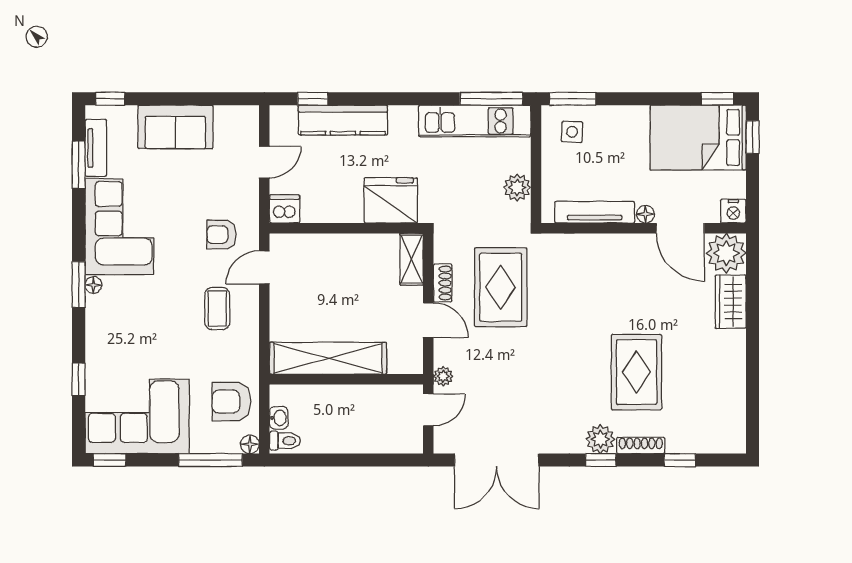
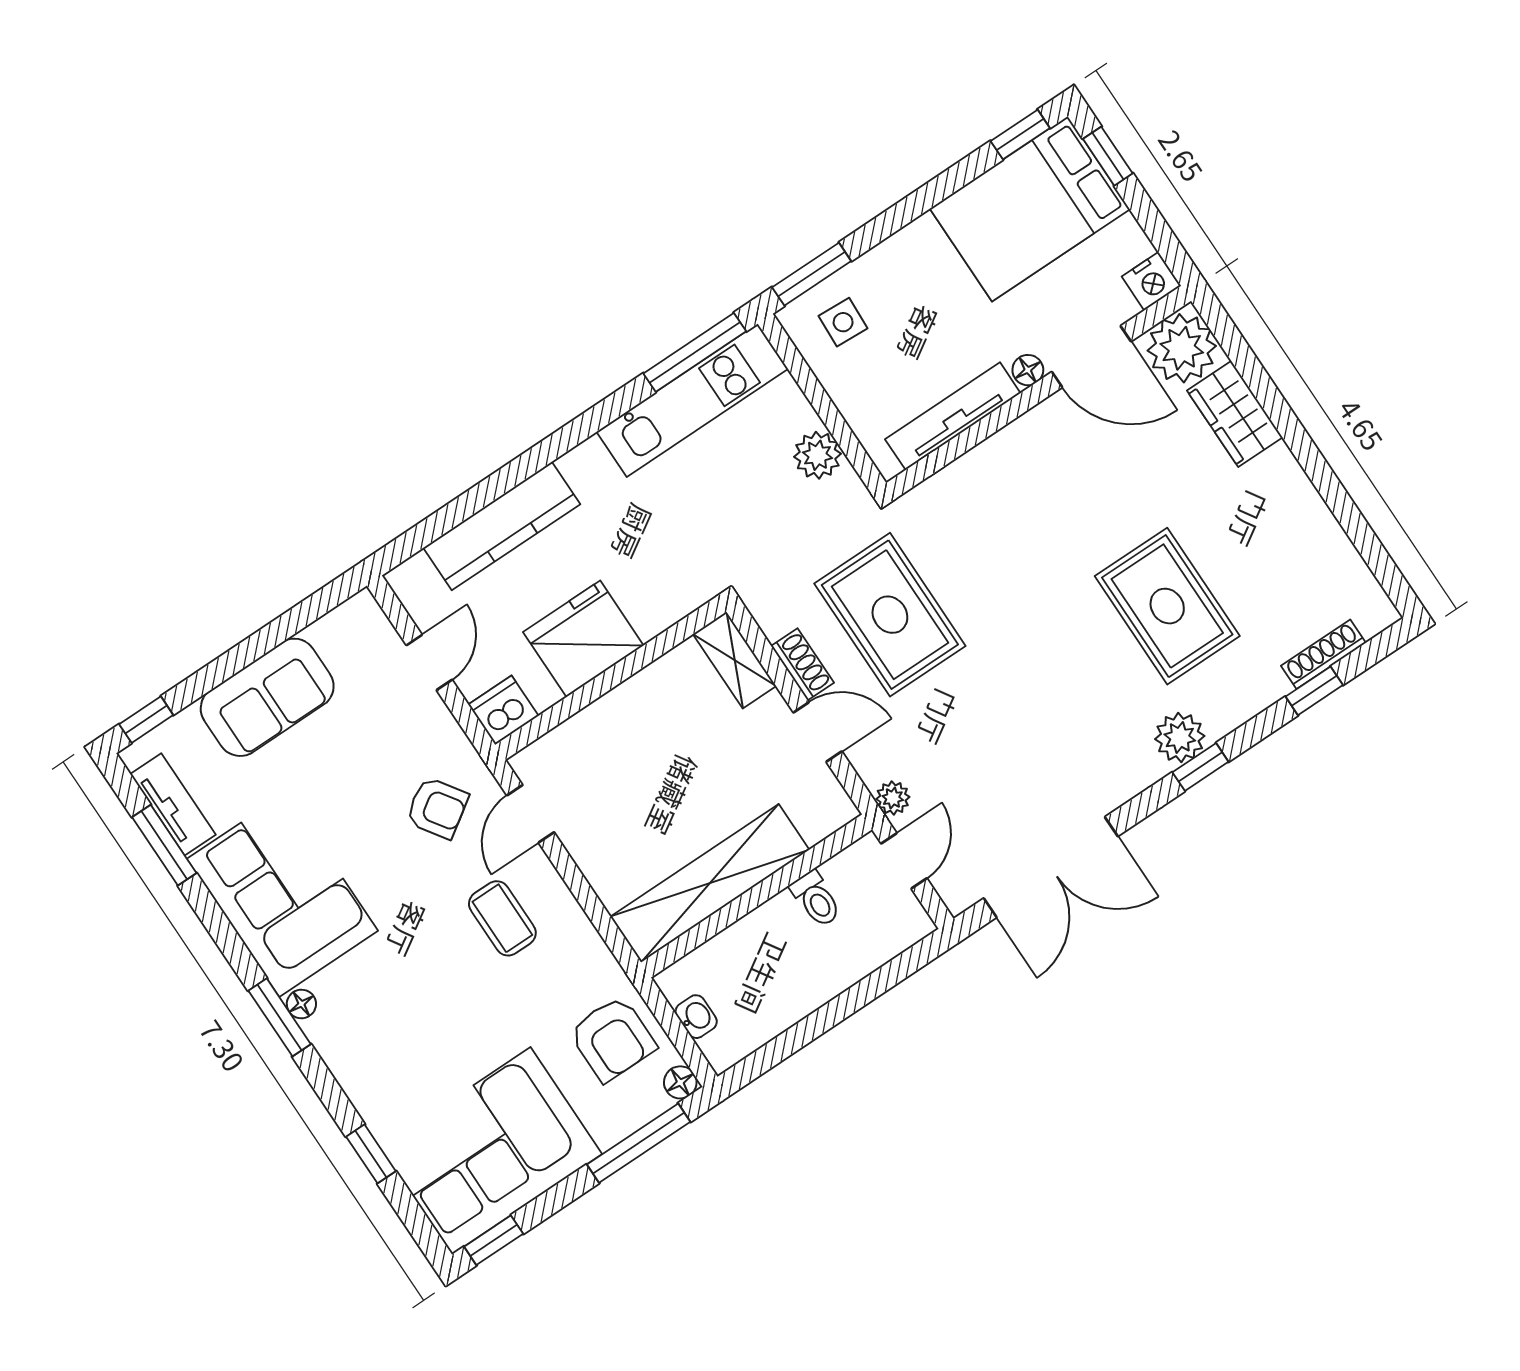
window: (313, 99) -> (438, 525), removed
fridge: (391, 200) -> (583, 639), moved
armchair: (221, 235) -> (437, 808), turned -124
armchair: (231, 402) -> (612, 1039), turned -90
toilet: (285, 441) -> (816, 899), moved, turned 90
shoe rack: (641, 445) -> (1323, 654), moved

